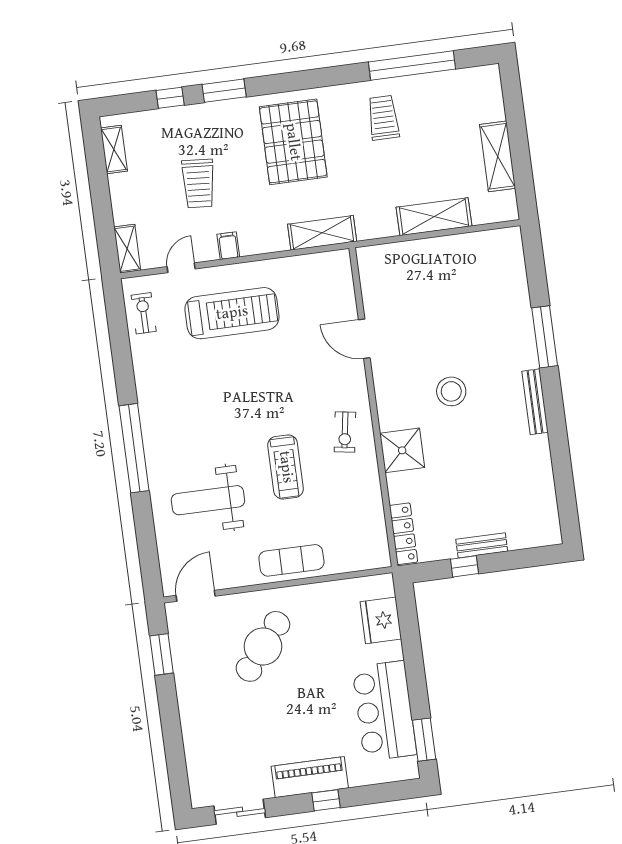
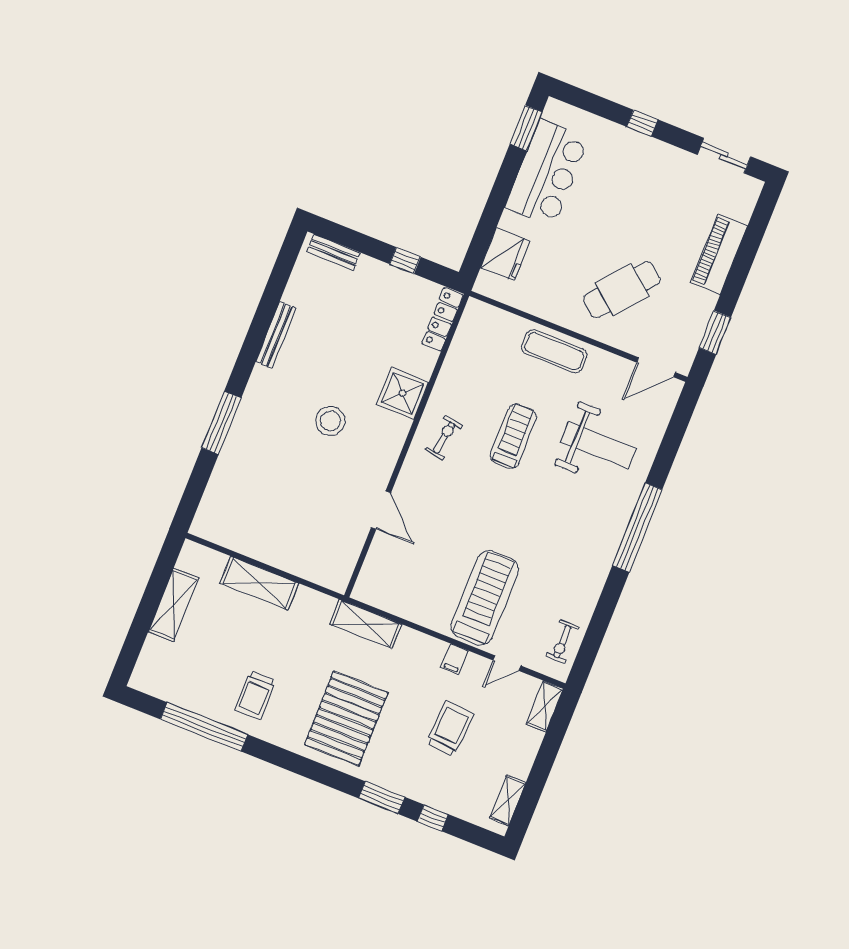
treadmill: (232, 313) -> (485, 598), turned 90
bench: (535, 402) -> (276, 335), moved
bench: (482, 545) -> (333, 252), moved
piano: (310, 777) -> (719, 254), moved, turned 90

